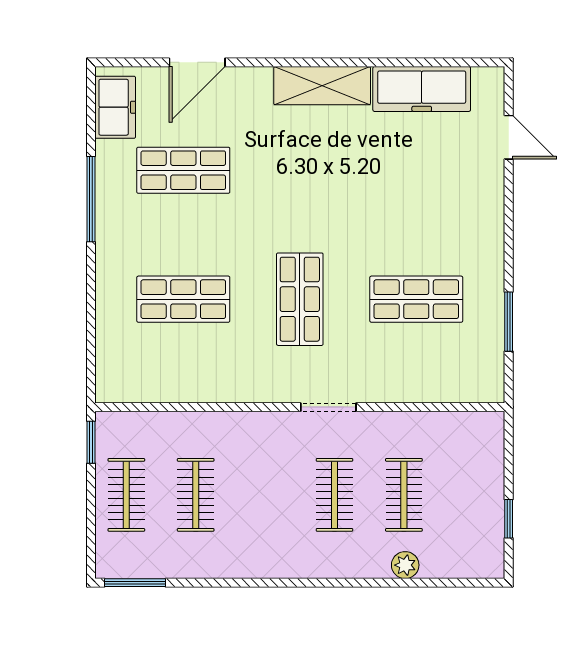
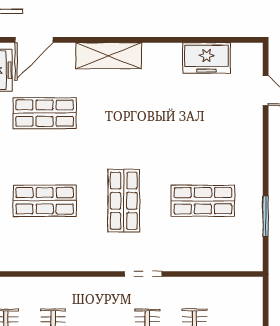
door: (197, 62) -> (34, 40), moved
shelving: (322, 86) -> (109, 56), moved
freezer: (422, 89) -> (207, 58), width x0.71

